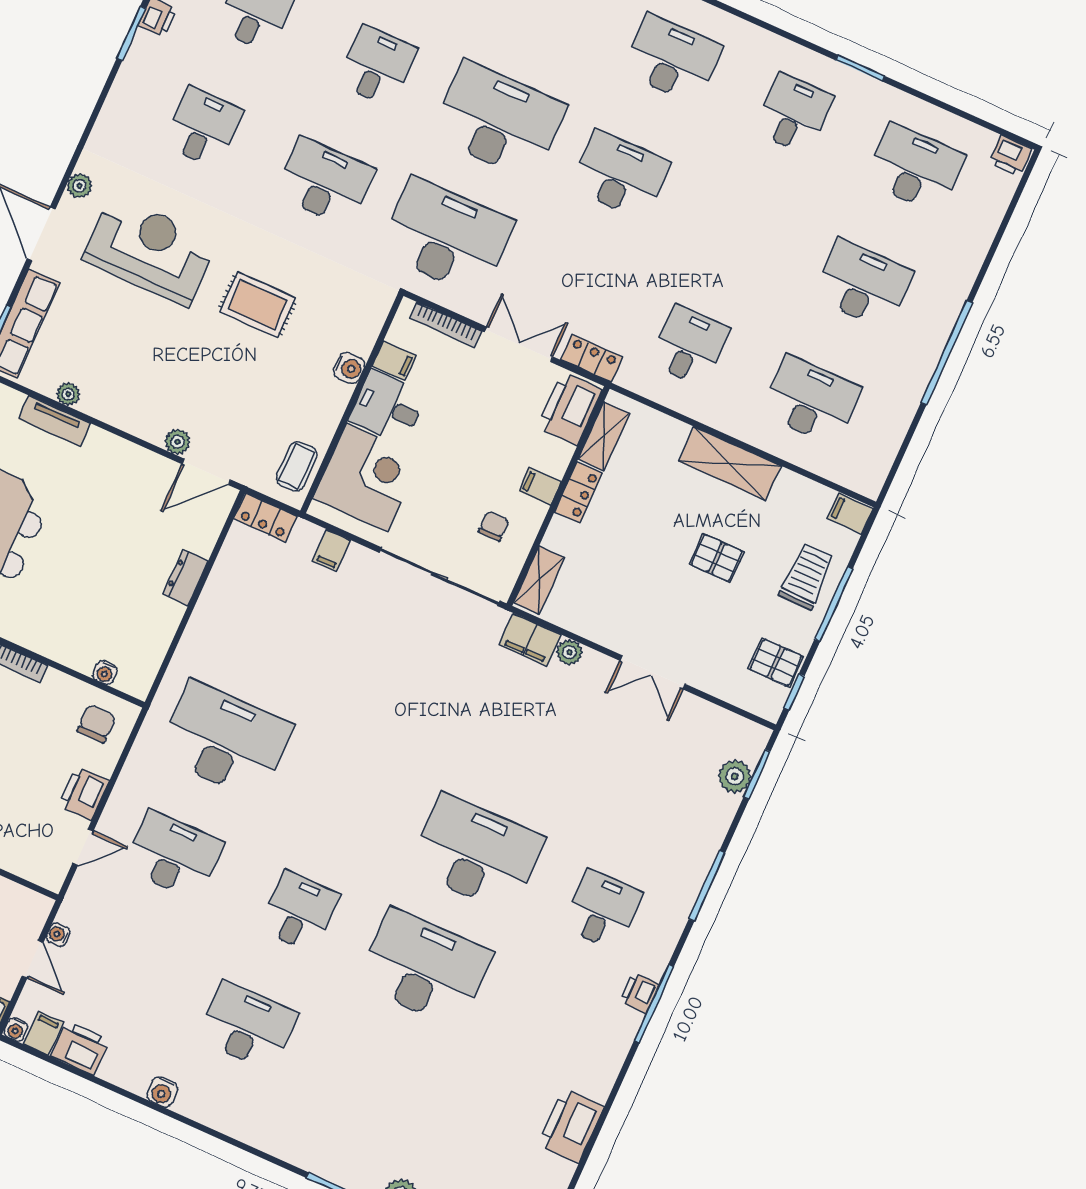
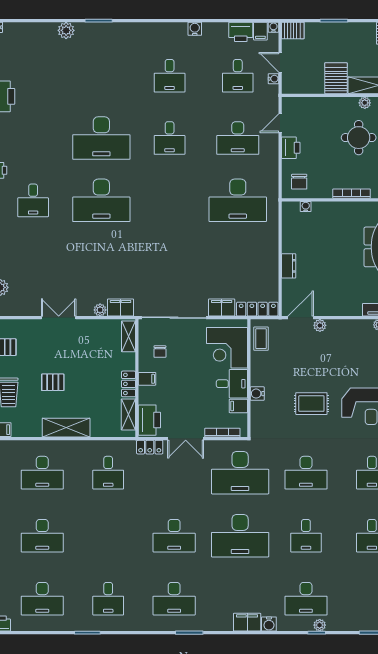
locker: (266, 517) -> (257, 309), width x1.53
filing cabinet: (332, 551) -> (222, 308), width x2.00
desk: (122, 970) -> (238, 76), added
desk: (248, 1026) -> (170, 76), width x0.73

